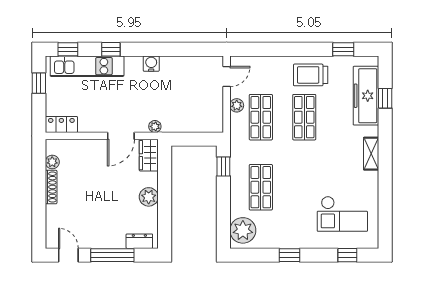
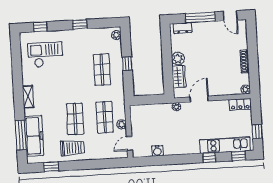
water cooler: (151, 64) -> (157, 151), moved
window: (385, 98) -> (21, 135), width x2.17
wardrobe: (149, 155) -> (179, 77), moved
plant: (52, 162) -> (246, 89), moved
window: (223, 167) -> (127, 64), moved
plant: (243, 230) -> (116, 35), width x0.53, depth x0.53

